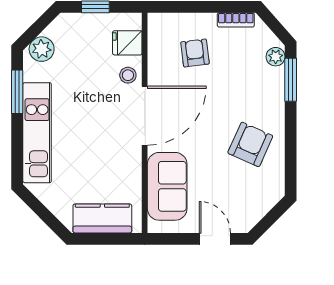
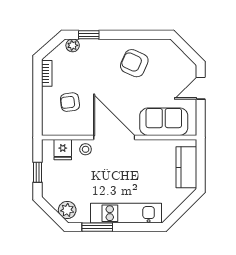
window: (291, 80) -> (89, 35), width x0.67

